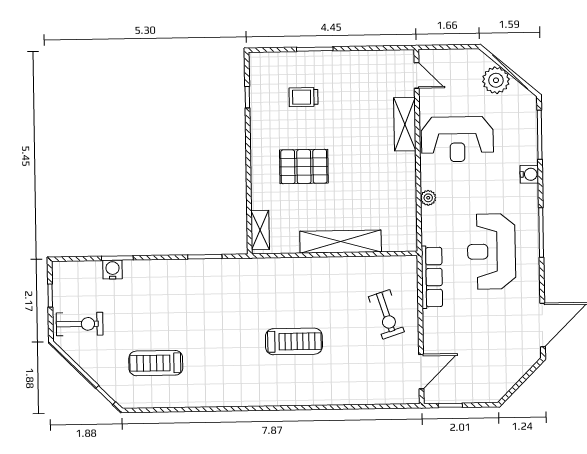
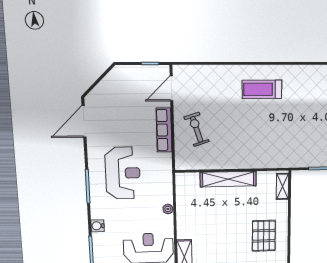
pallet: (304, 167) -> (264, 236), moved, turned 90
row of seats: (432, 277) -> (164, 130), moved
treadmill: (294, 341) -> (262, 89), moved

